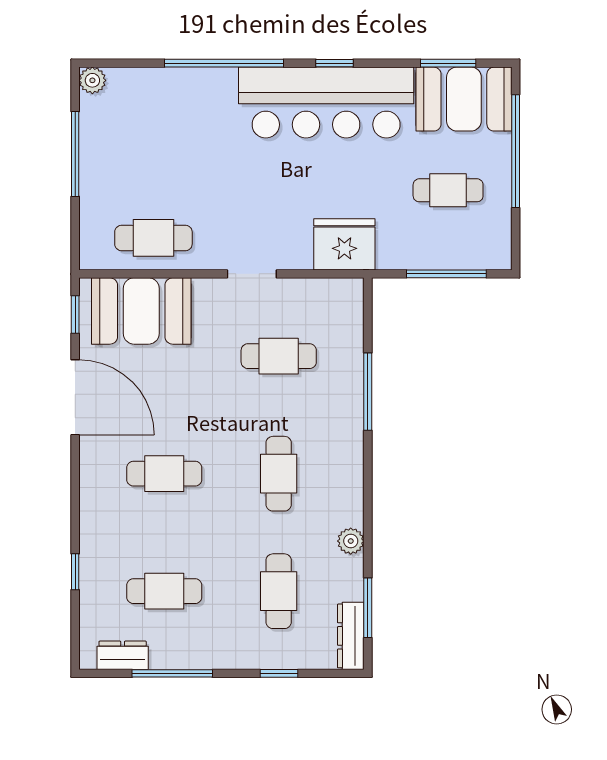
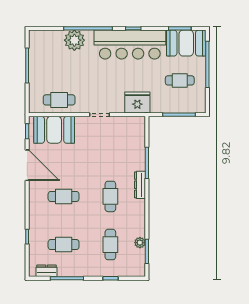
plant: (92, 80) -> (74, 40), moved, width x1.87, depth x1.87
cafe table: (279, 356) -> (110, 148), removed
plant: (351, 541) -> (140, 243), moved
dresser: (351, 636) -> (140, 185), moved

